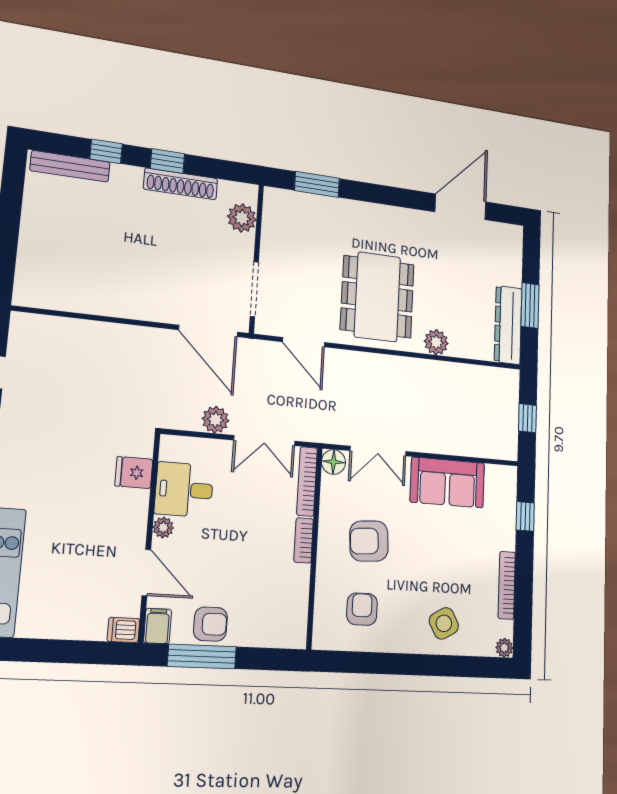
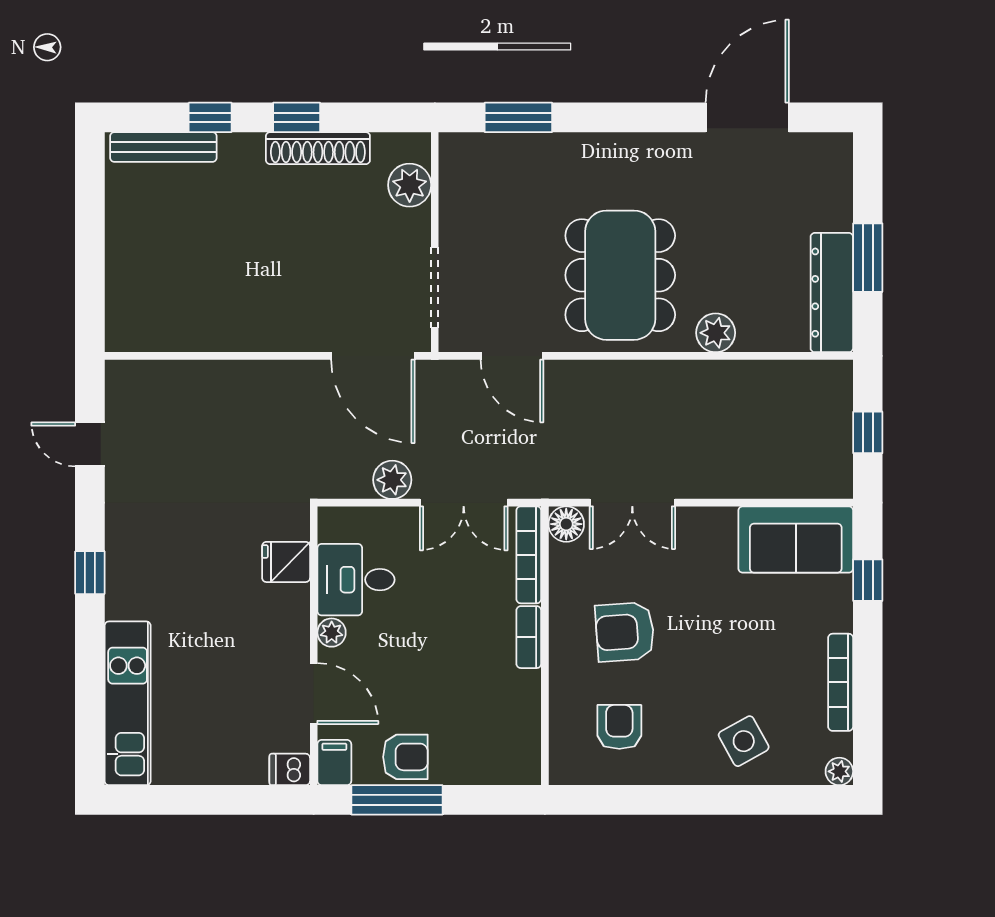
sofa: (447, 482) -> (796, 539), moved

